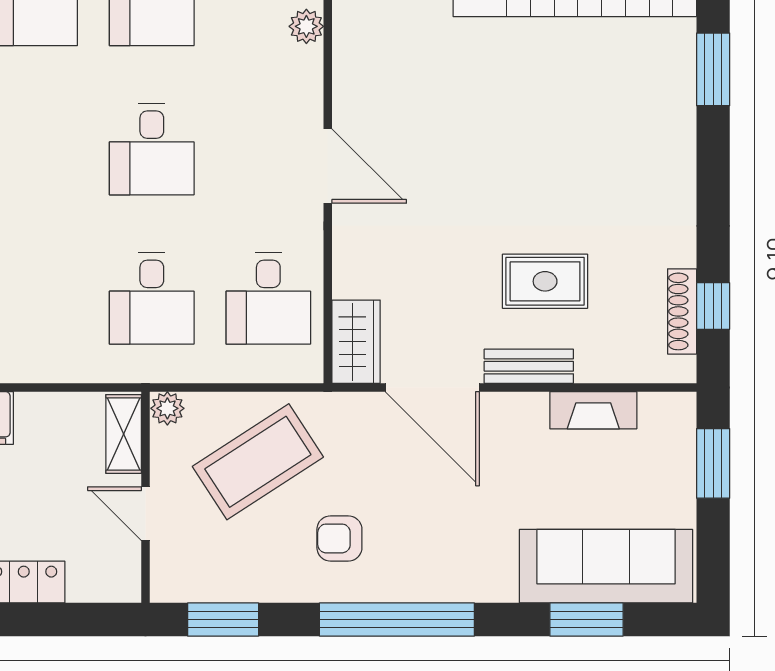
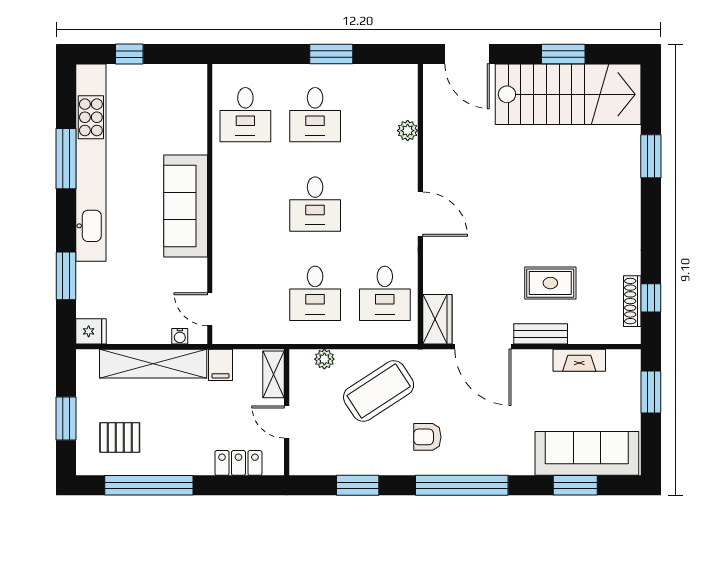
shelving: (124, 434) -> (274, 374), moved
wall: (146, 497) -> (287, 412), moved
door: (146, 514) -> (287, 422), moved

